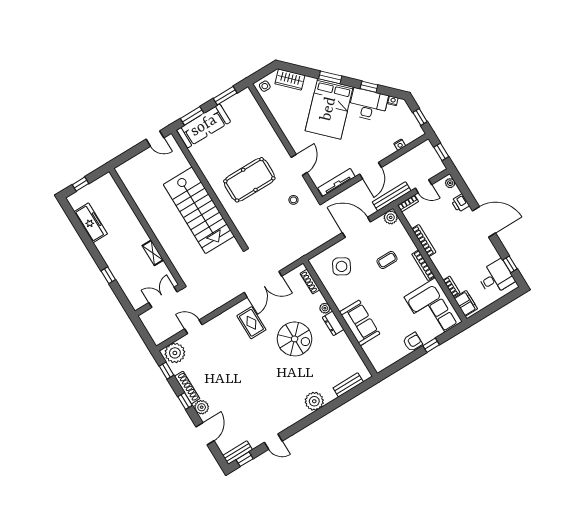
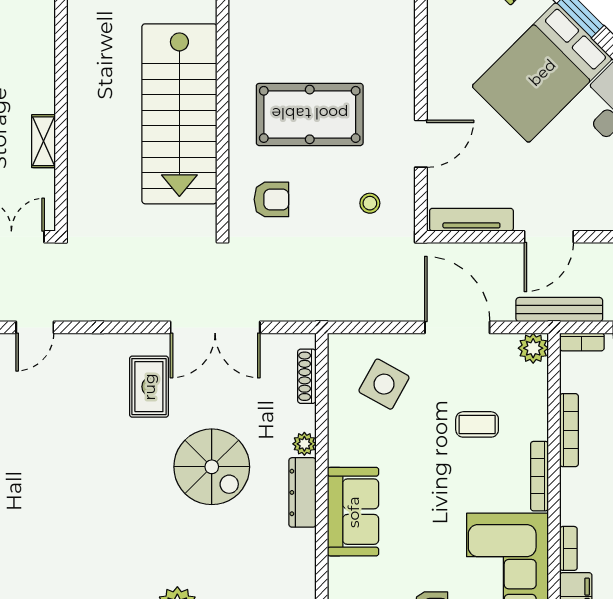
armchair: (255, 222) -> (271, 199), added
dresser: (333, 323) -> (302, 492), width x1.44
door: (193, 327) -> (35, 327), swing flipped

